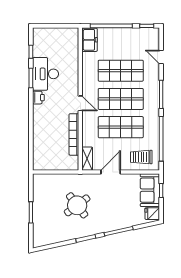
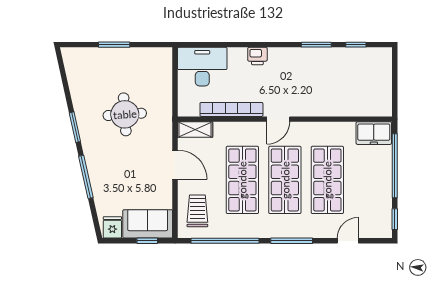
desk: (45, 74) -> (202, 67), moved
printer: (38, 98) -> (257, 56), moved
round table: (77, 205) -> (125, 114), turned 33

